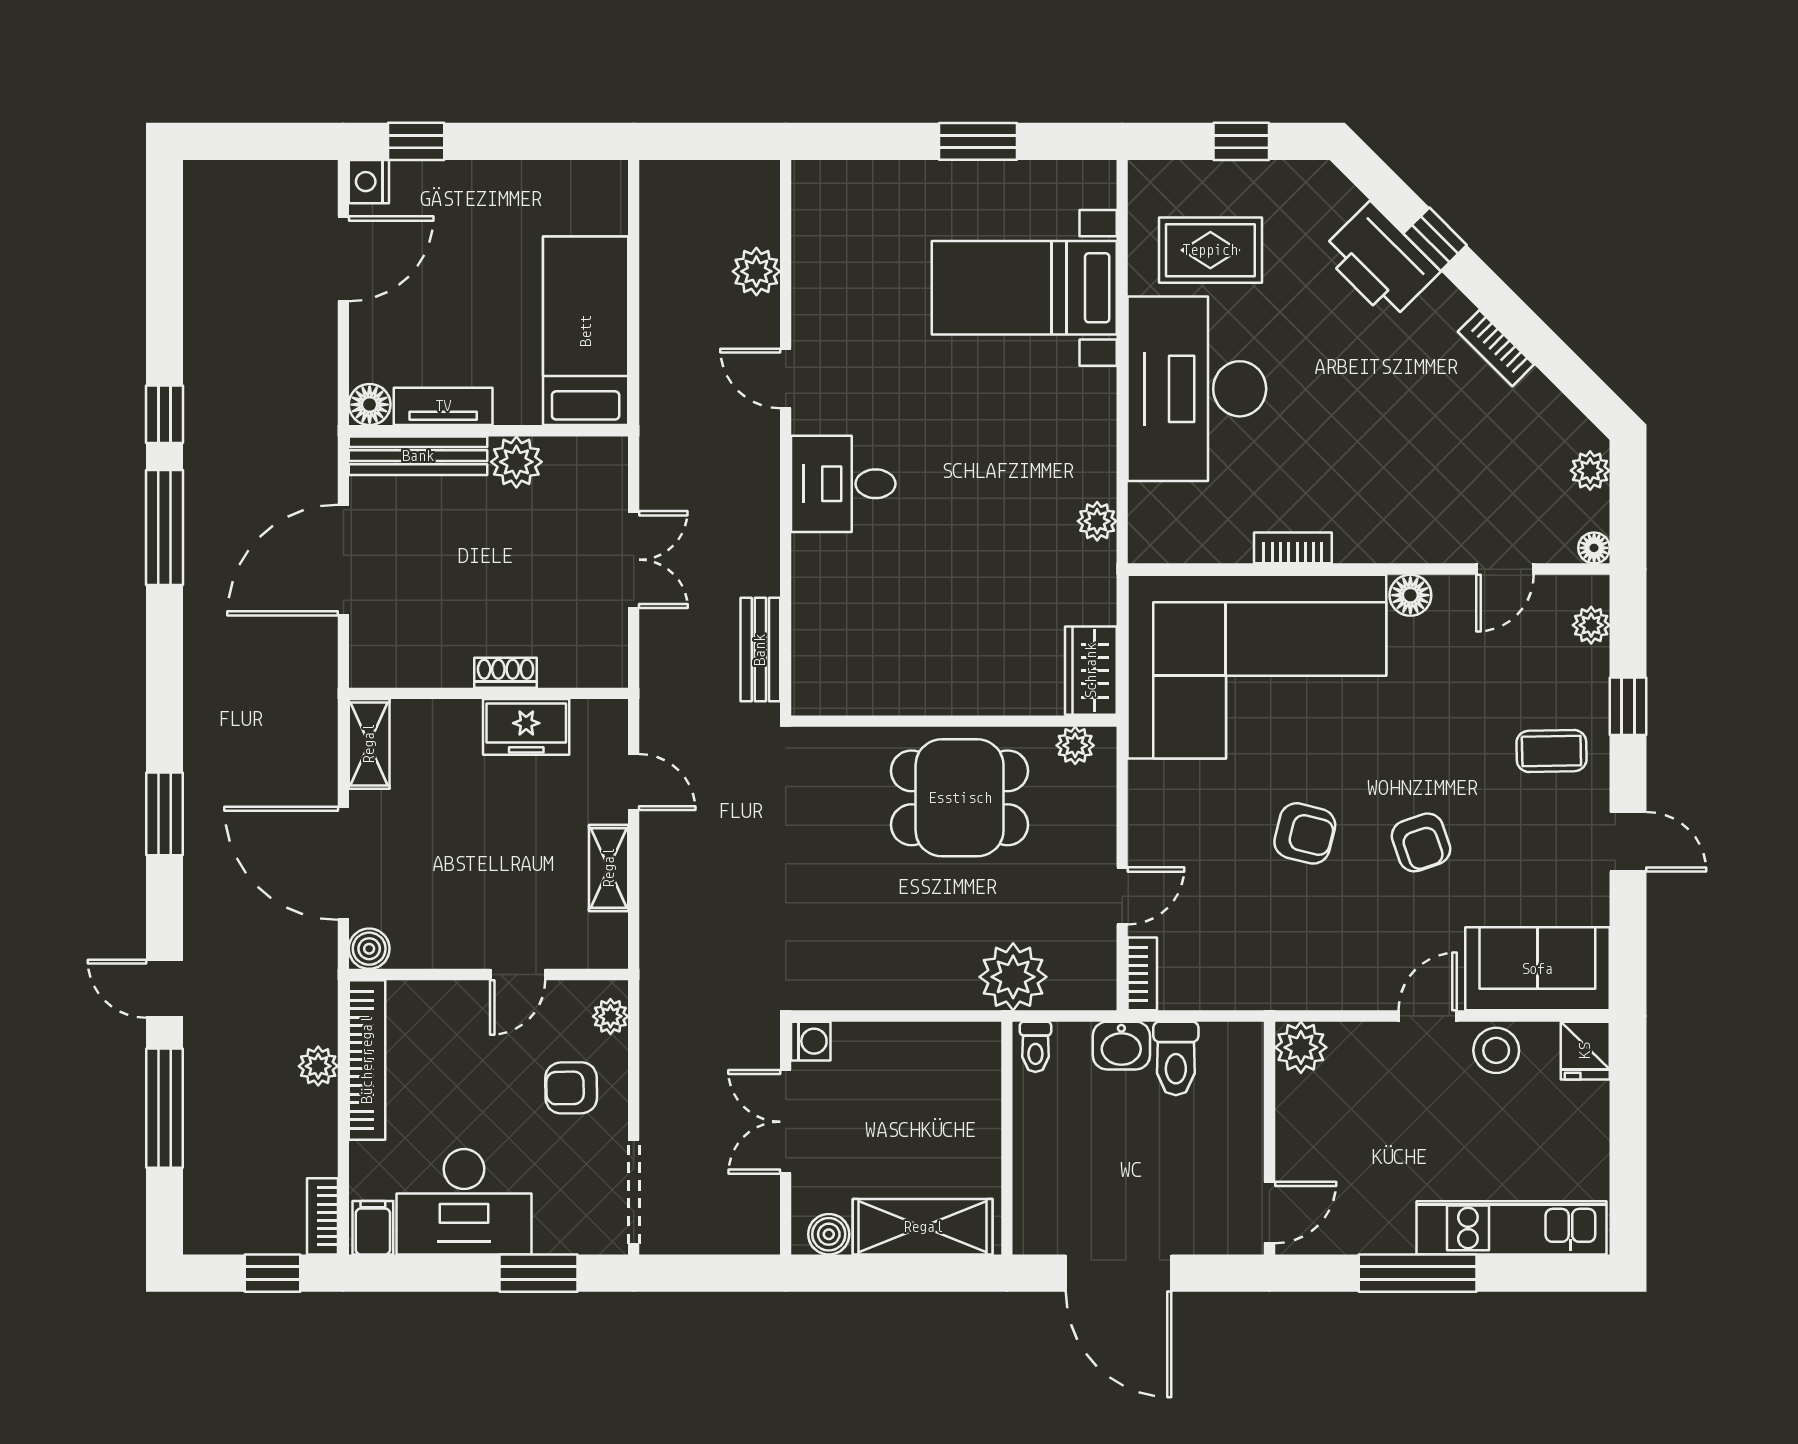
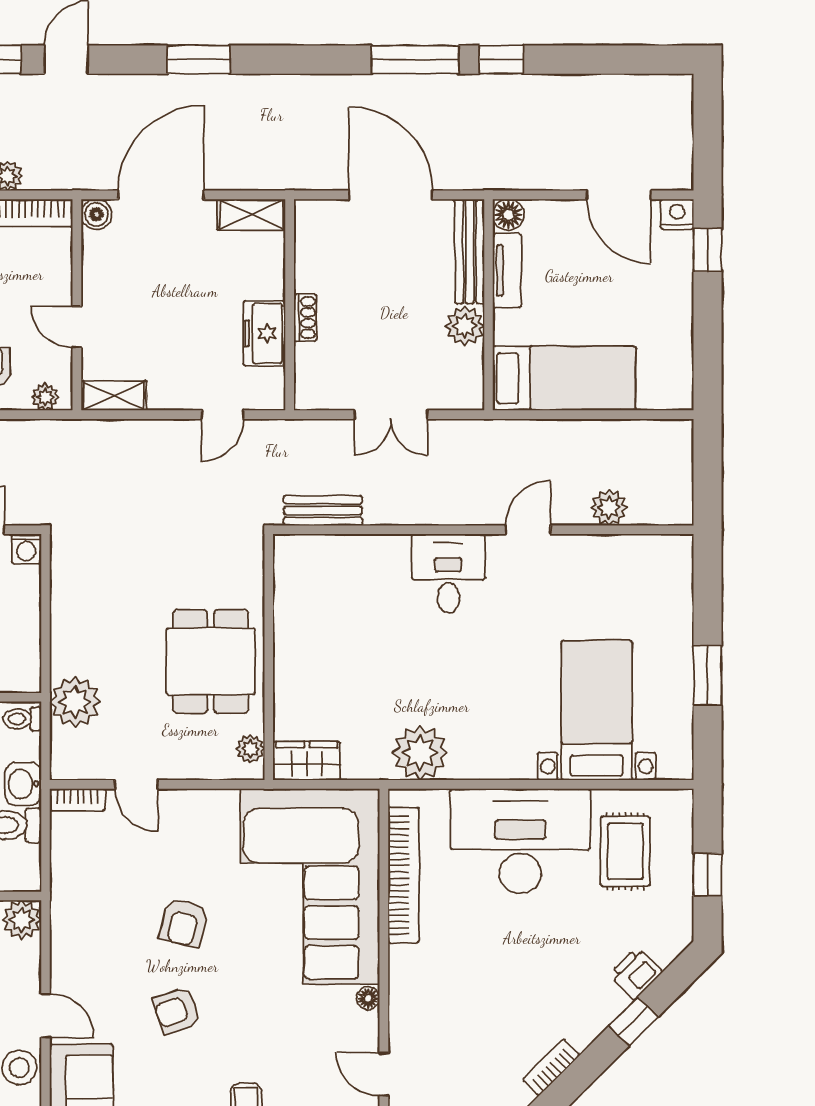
printer: (1380, 261) -> (636, 973), width x0.53, depth x0.68
plant: (1097, 521) -> (420, 753), width x1.88, depth x1.88
bookcase: (1293, 548) -> (403, 875), width x2.31, depth x1.31
floor lamp: (1410, 595) -> (368, 998), width x0.73, depth x0.73
shelving: (609, 868) -> (114, 396), moved

